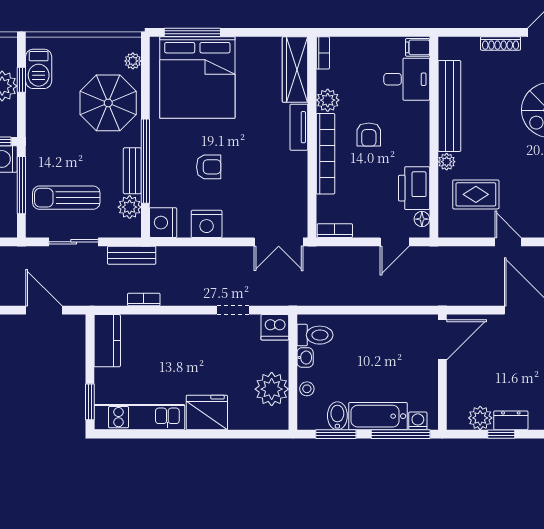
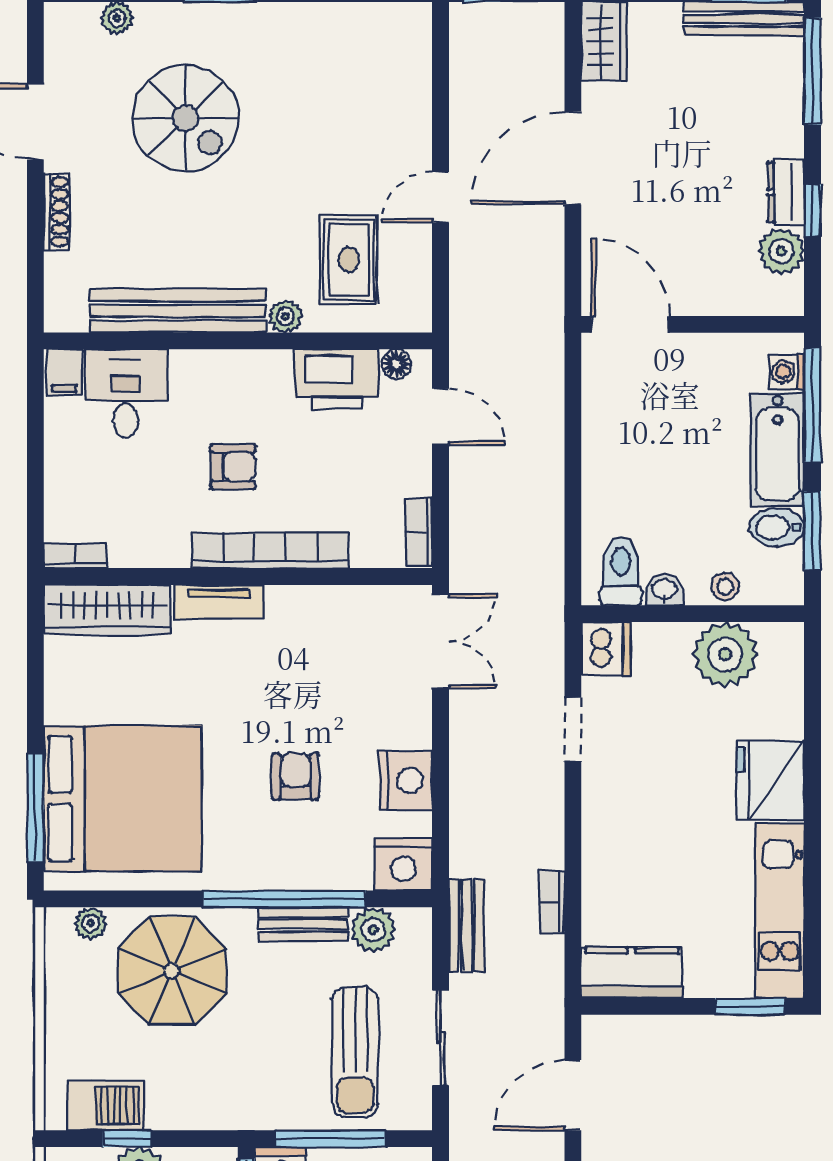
plant: (328, 100) -> (167, 546), removed

